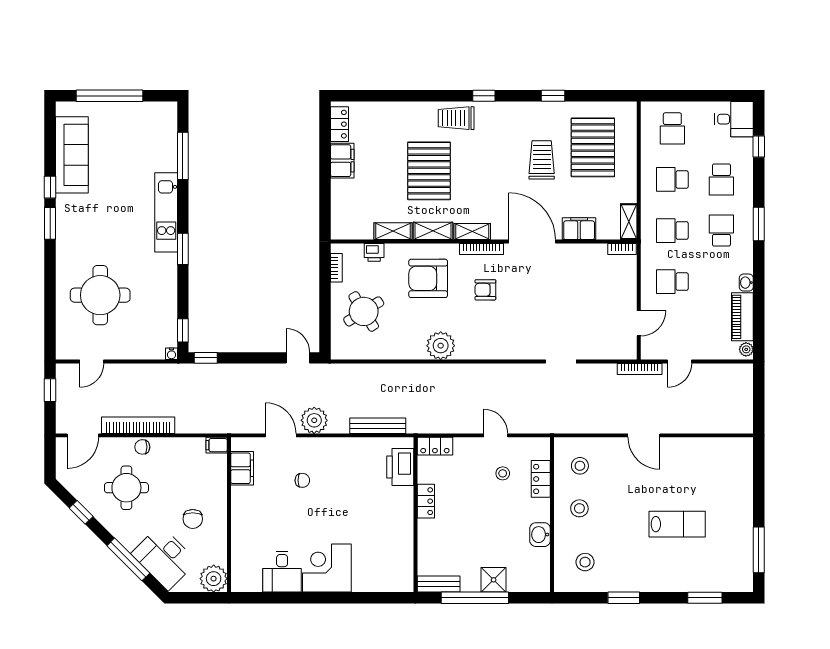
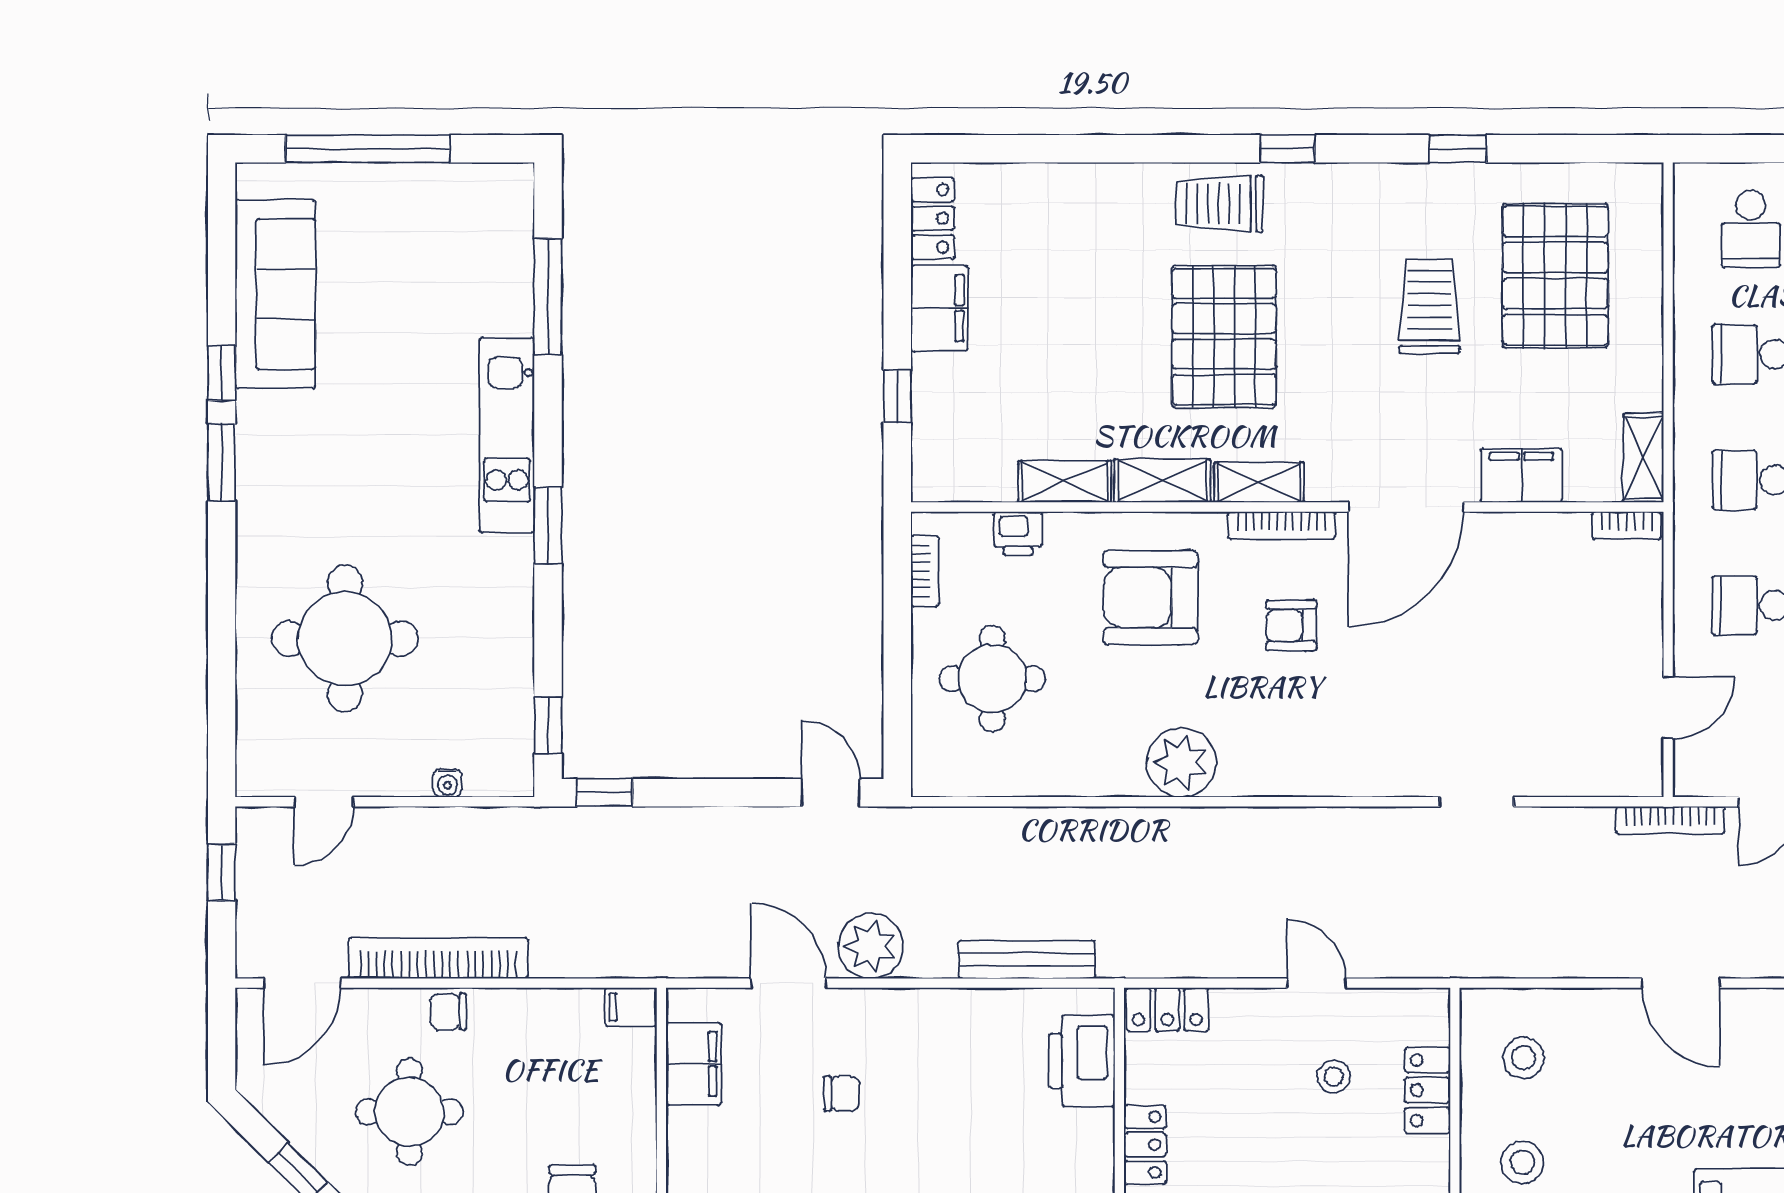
pallet: (429, 171) -> (1224, 336), moved
window: (325, 197) -> (897, 396), added
door: (532, 242) -> (1406, 507), swing flipped
round table: (364, 311) -> (992, 679), turned 32
water cooler: (172, 354) -> (448, 783), moved

